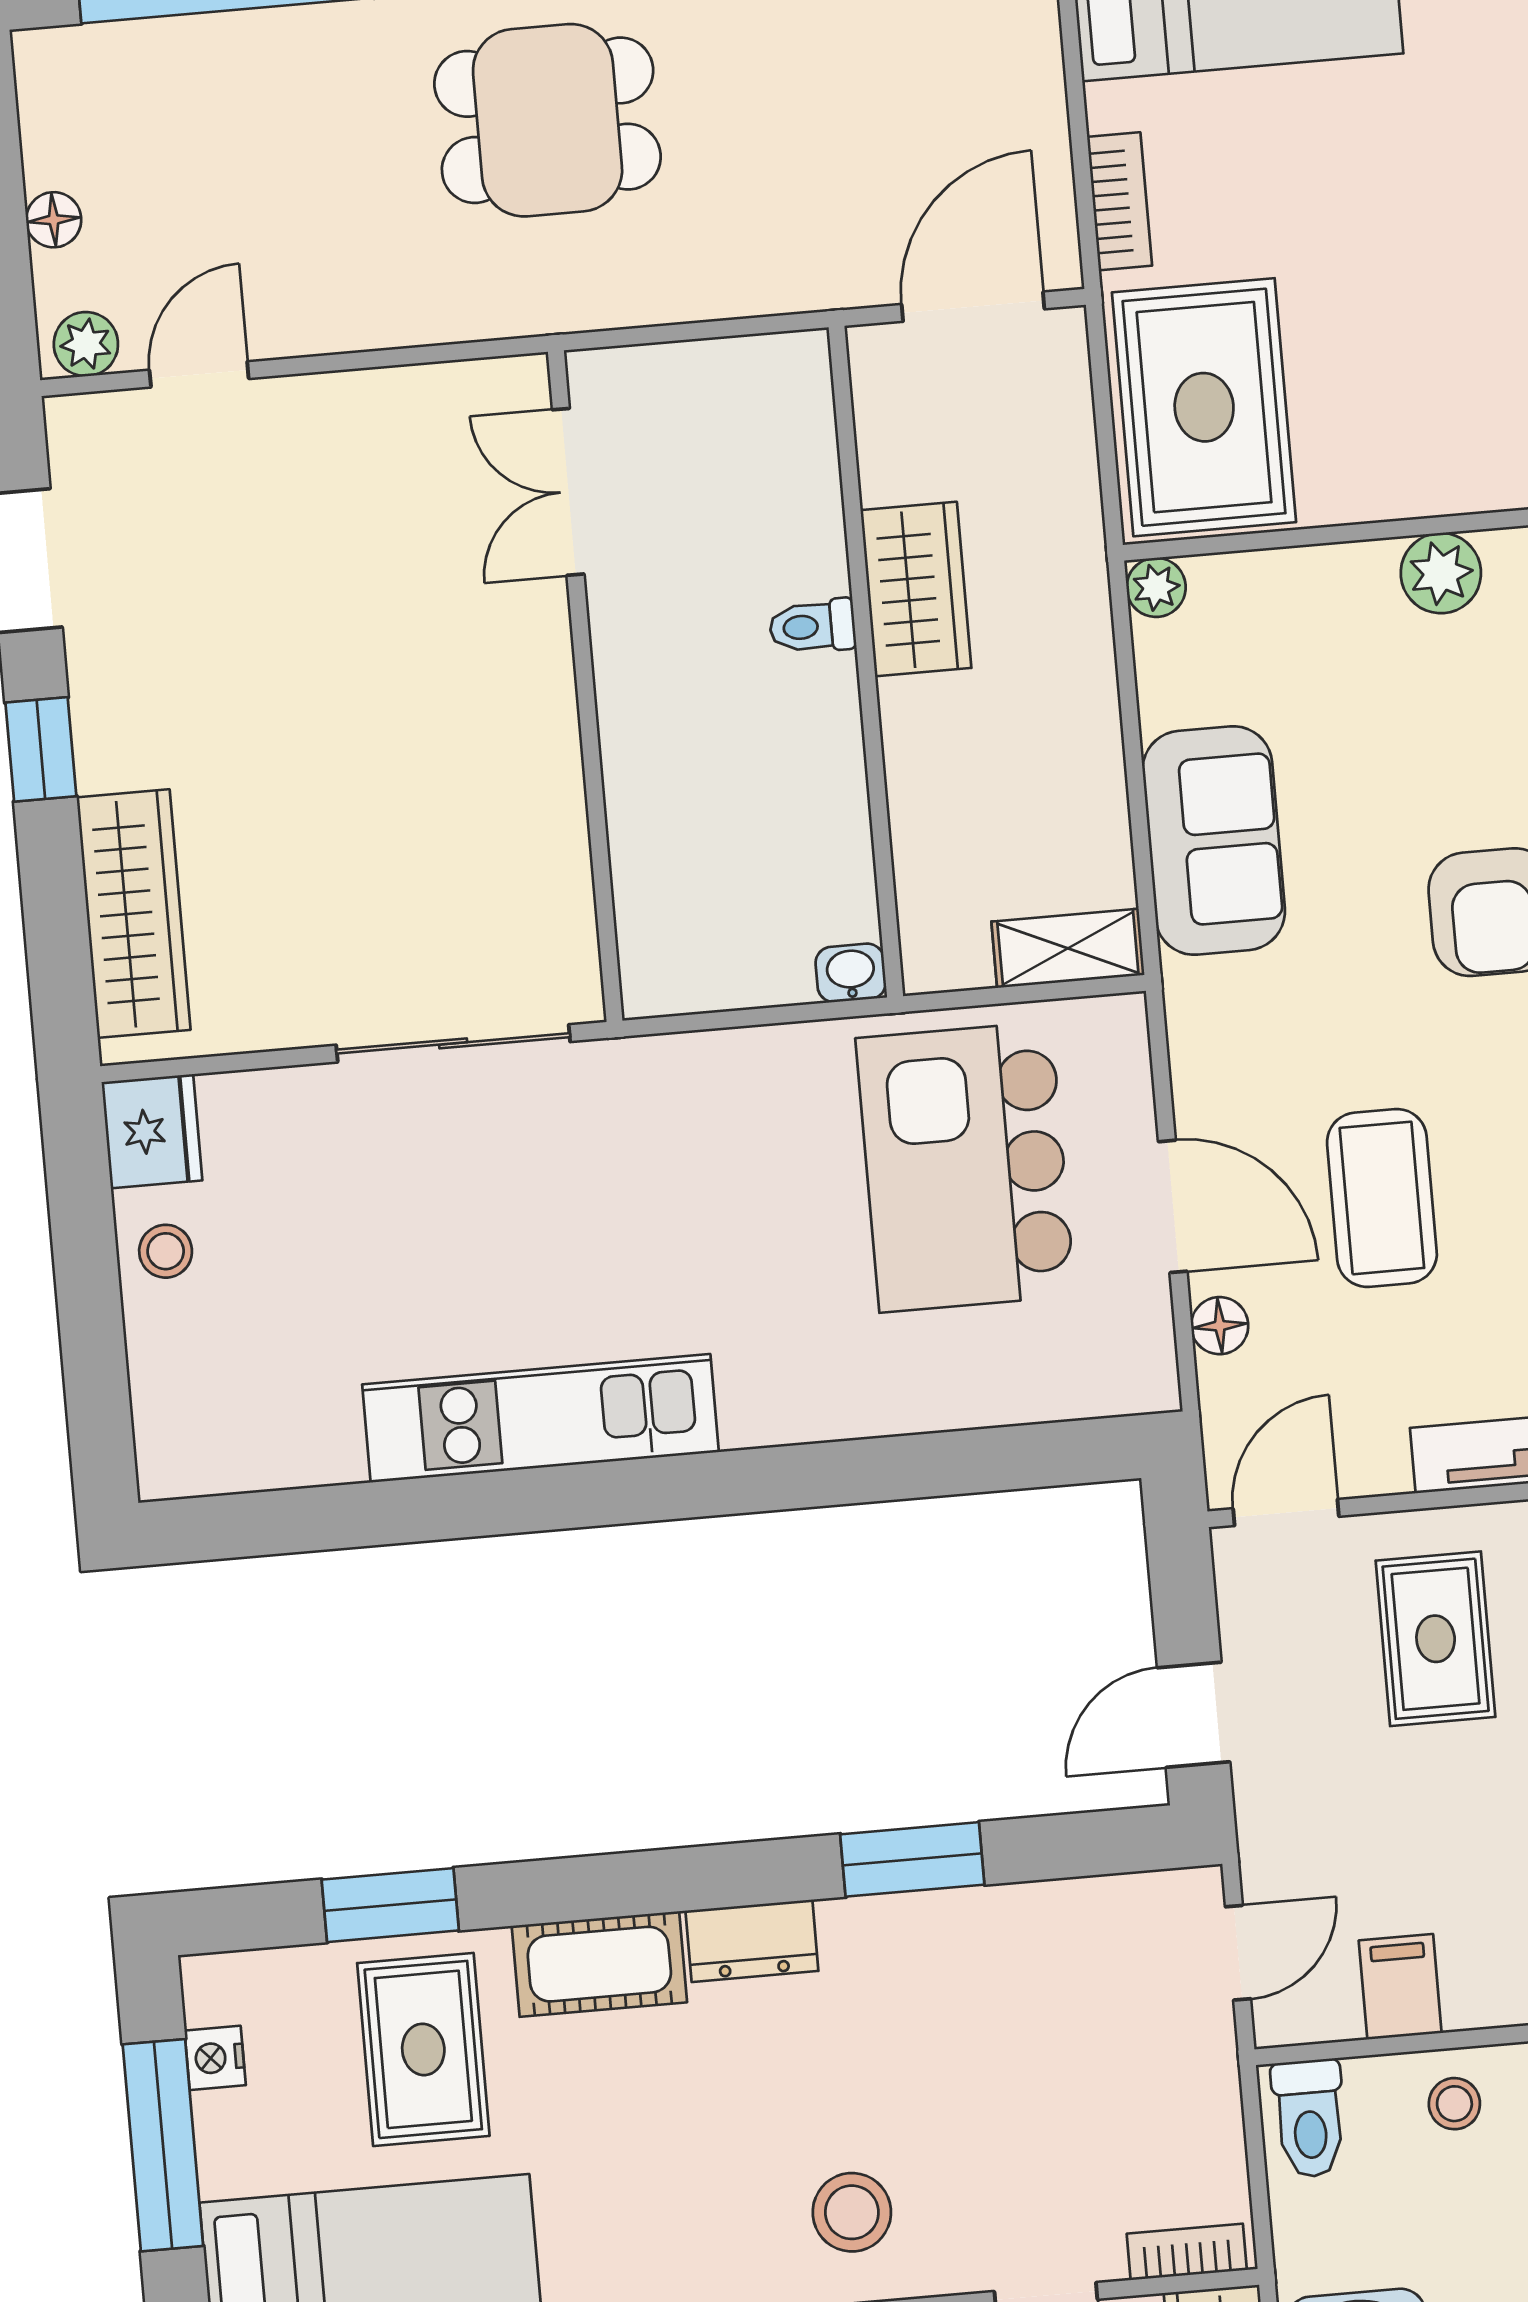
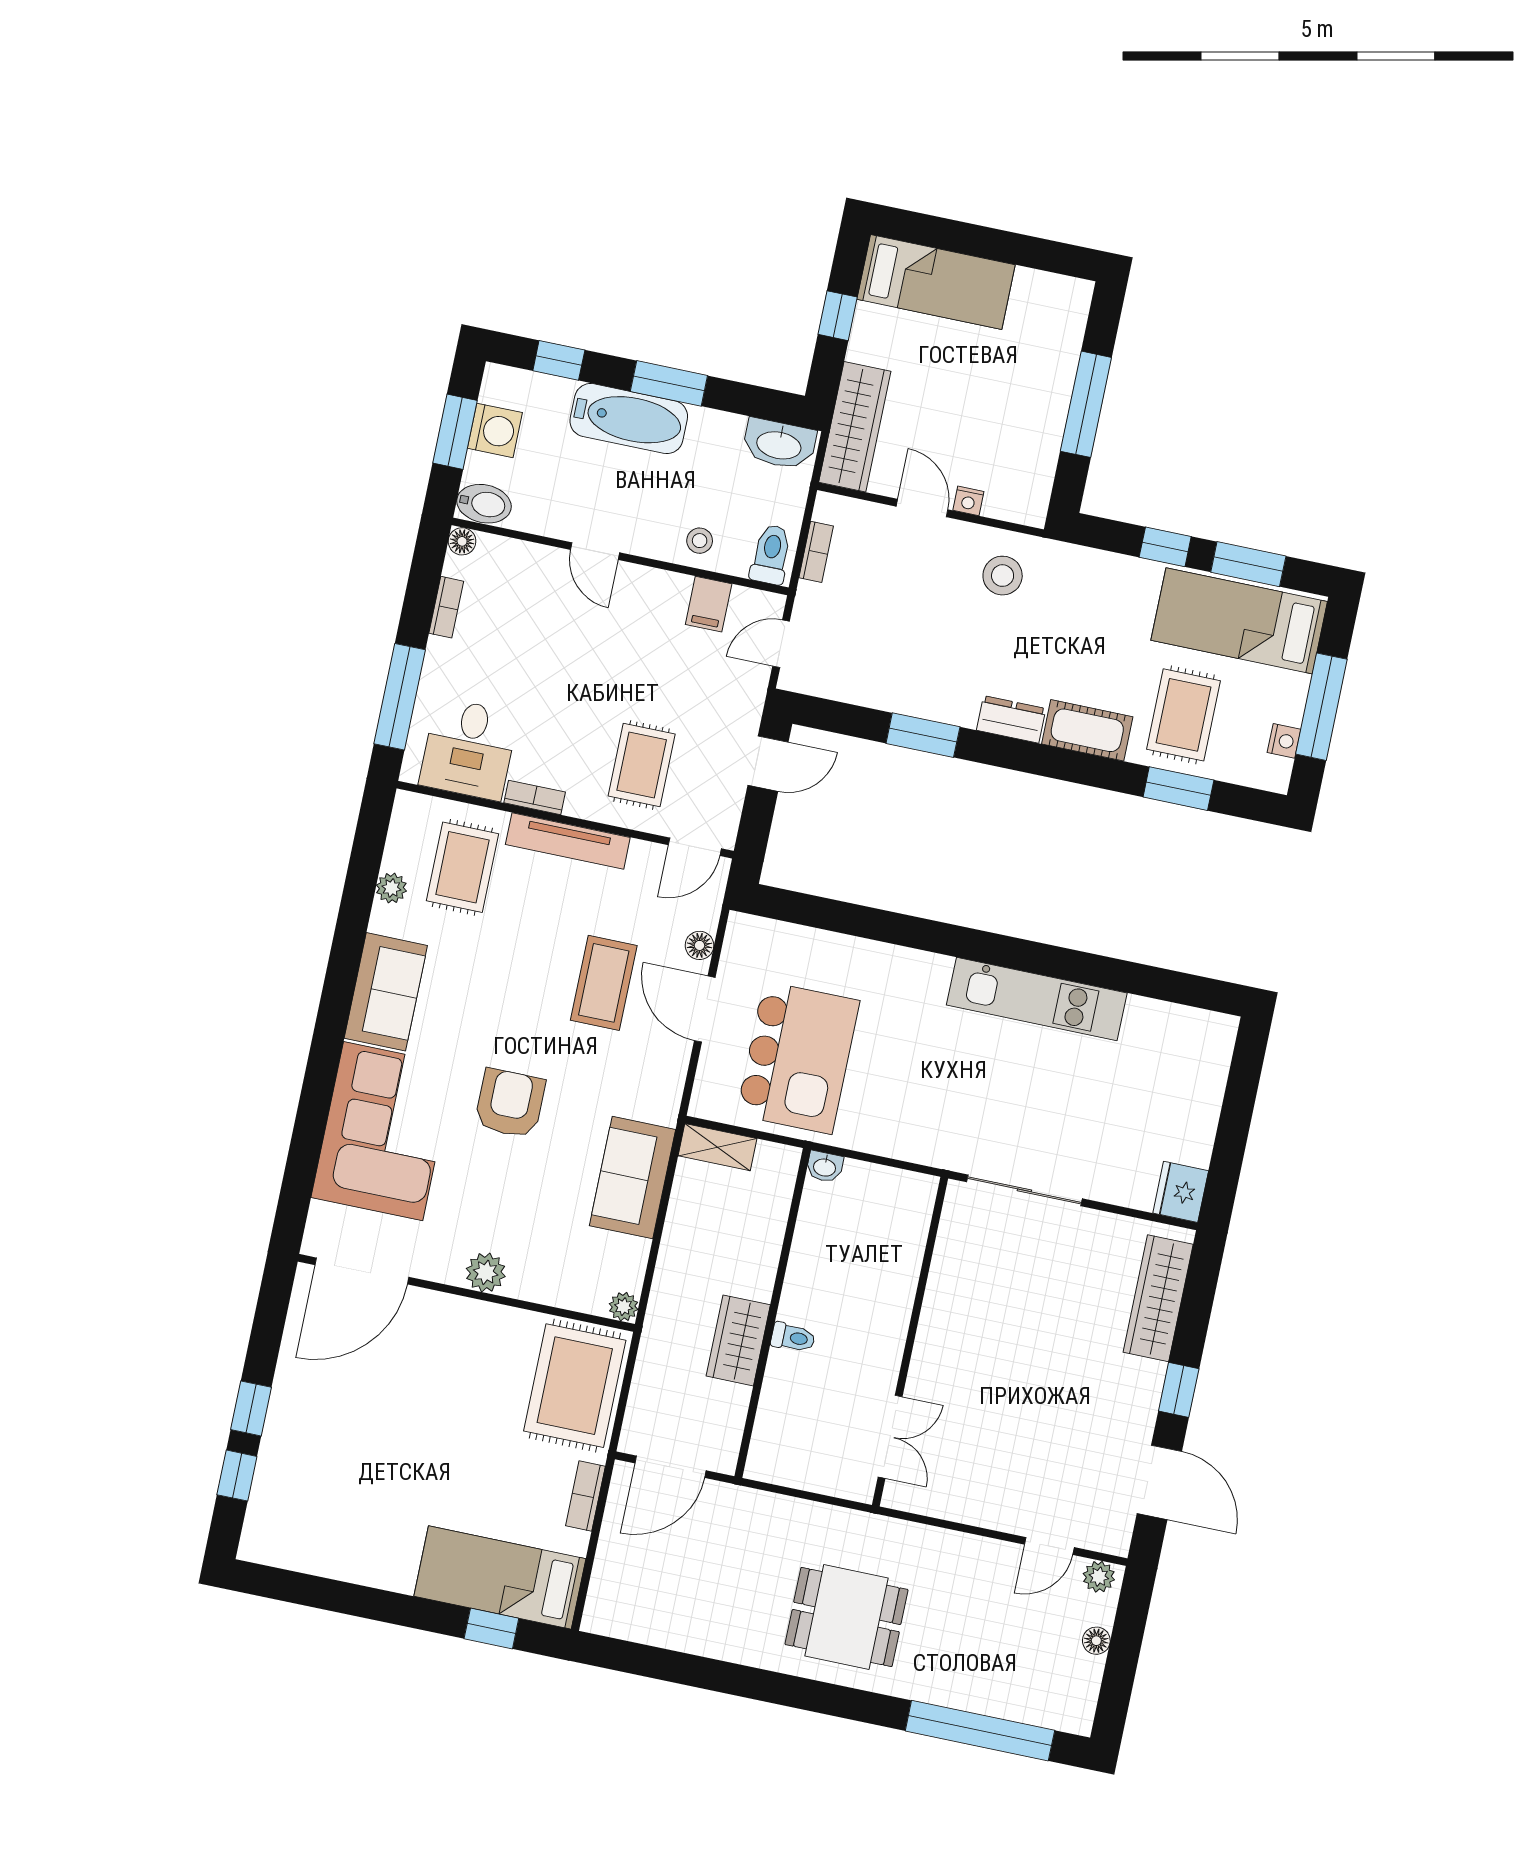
stool: (166, 1251) -> (1191, 1133), removed
bookcase: (1187, 2252) -> (816, 552), moved, turned -90

